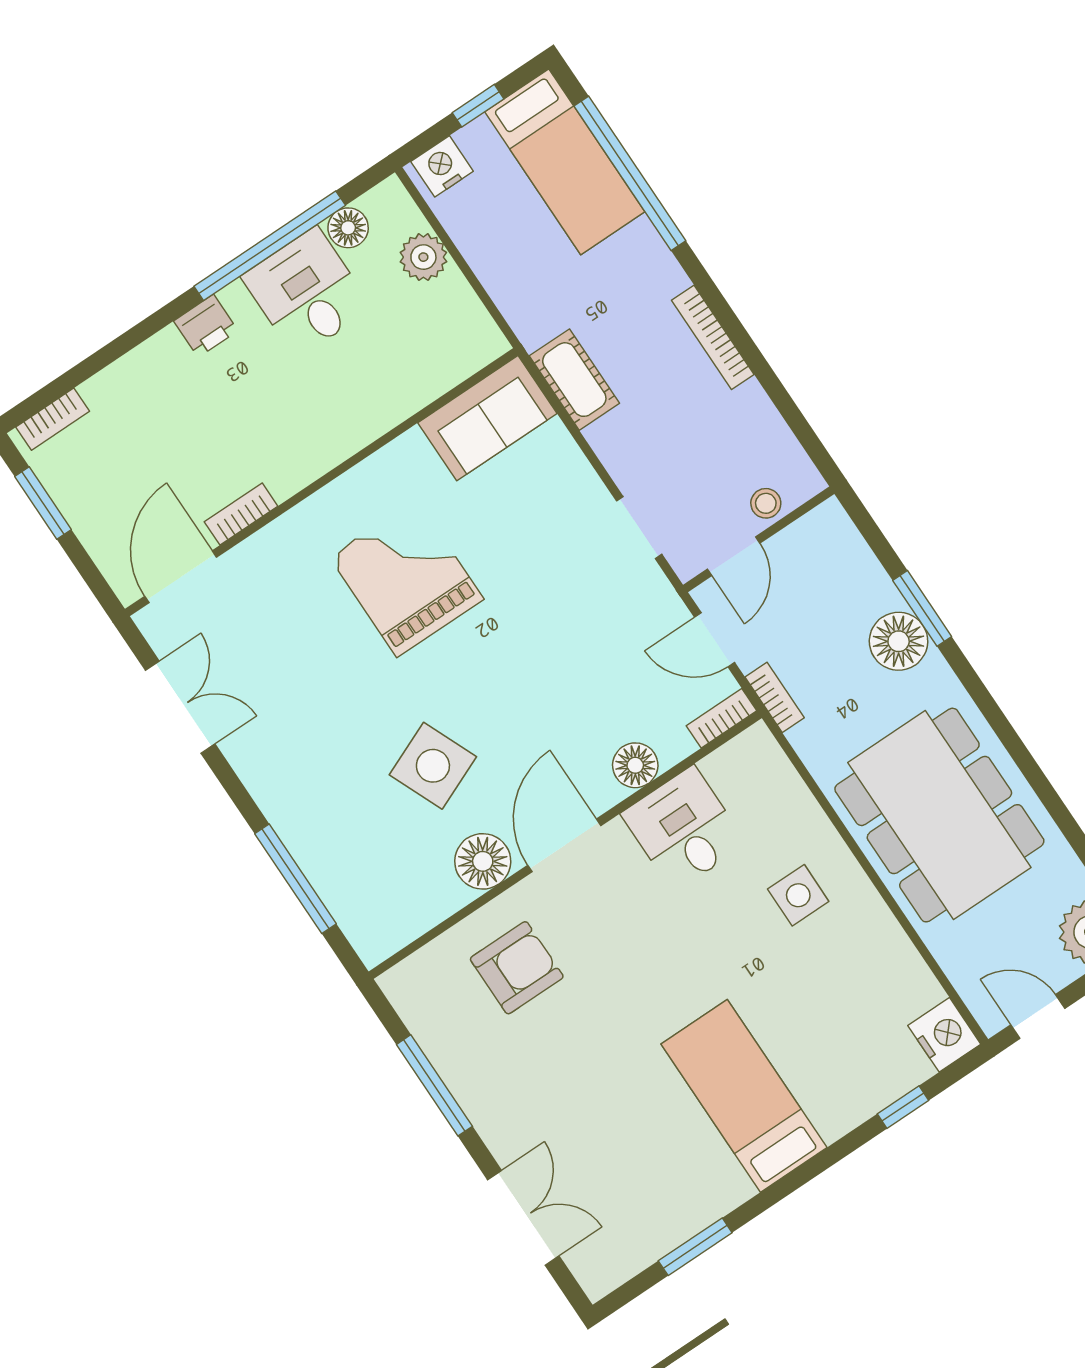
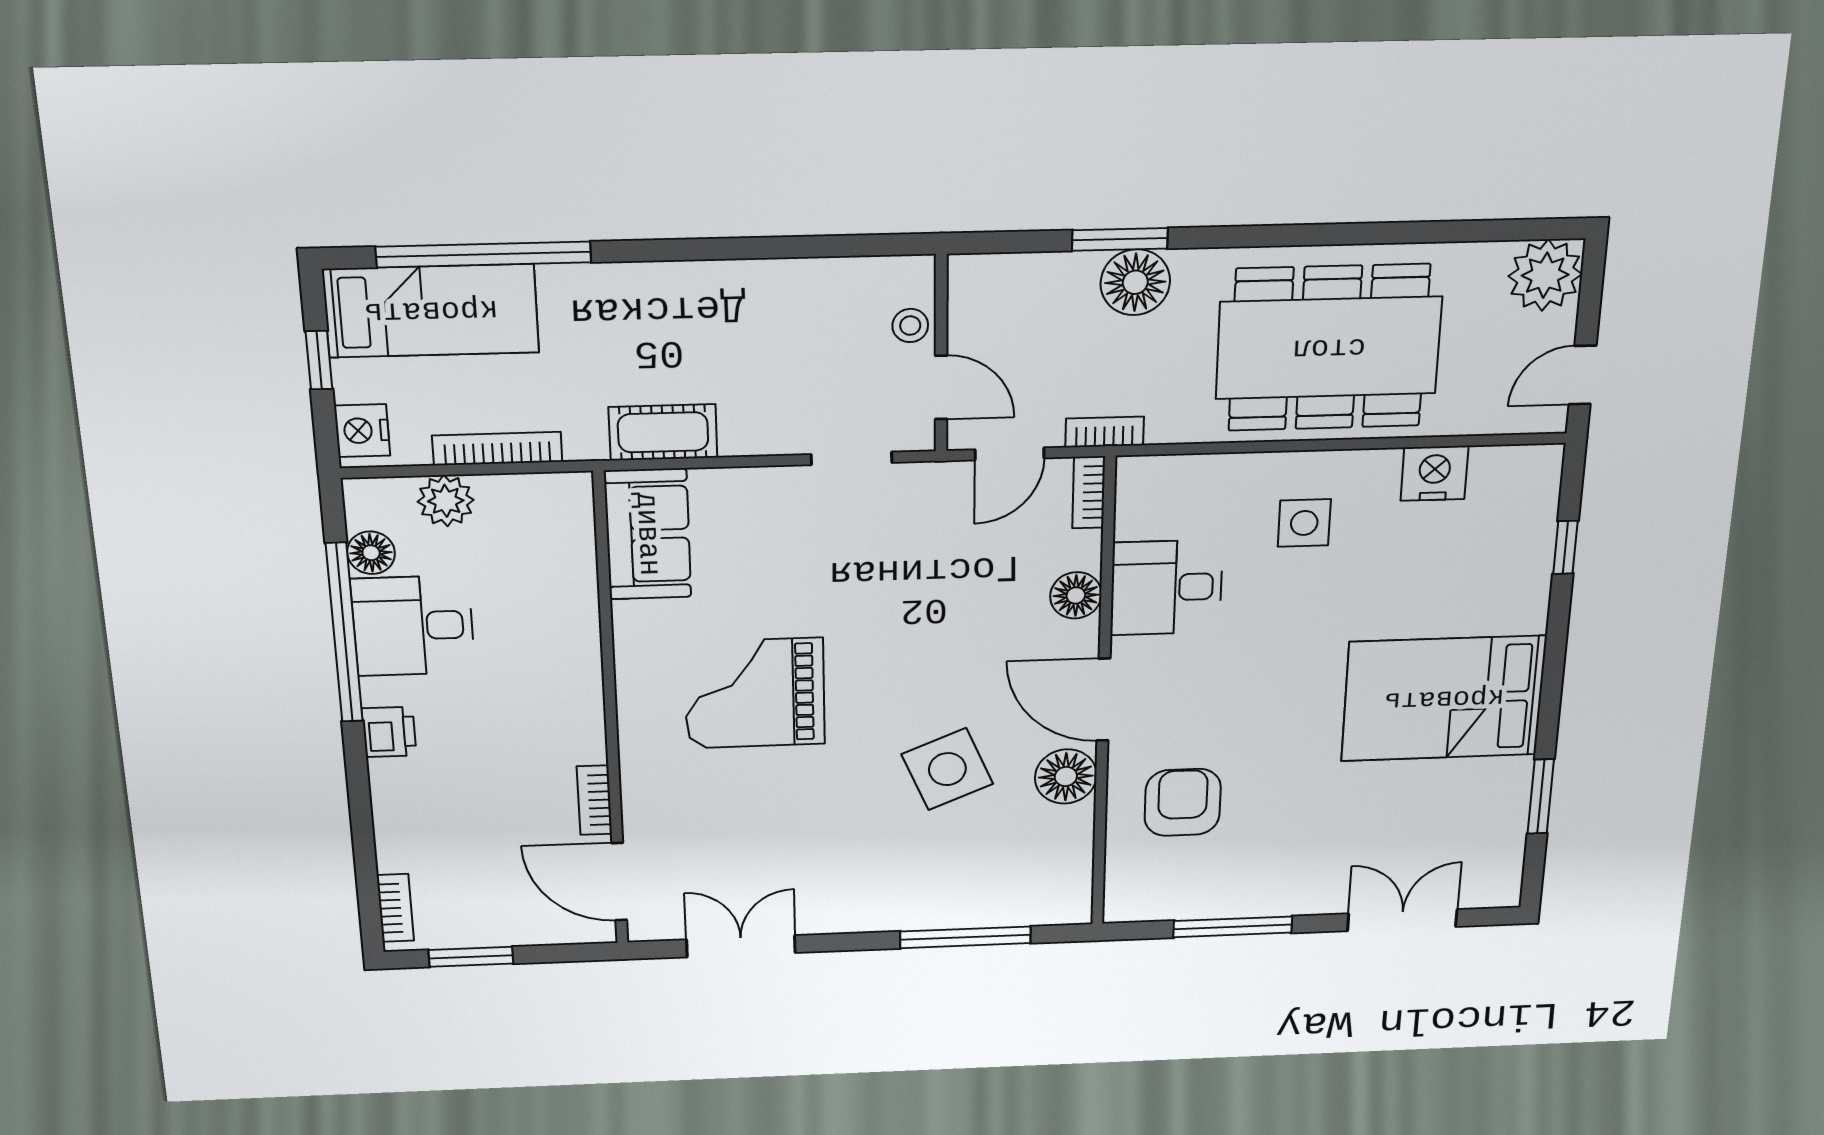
bookcase: (713, 337) -> (497, 449), moved, turned 180
nightstand: (944, 1035) -> (1434, 473), moved
bed: (744, 1096) -> (1444, 699), width x1.50

